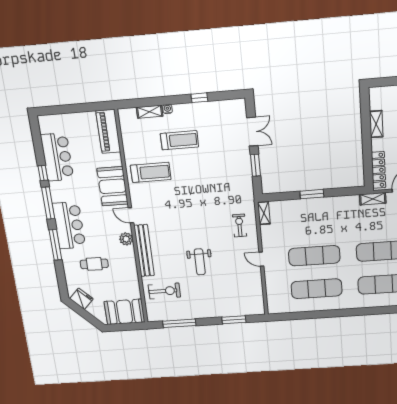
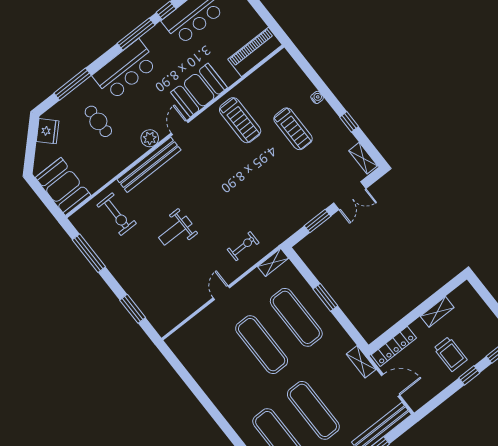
shelving: (150, 112) -> (363, 158), moved
window: (55, 245) -> (73, 84), moved
exercise mat: (317, 289) -> (296, 317), moved

